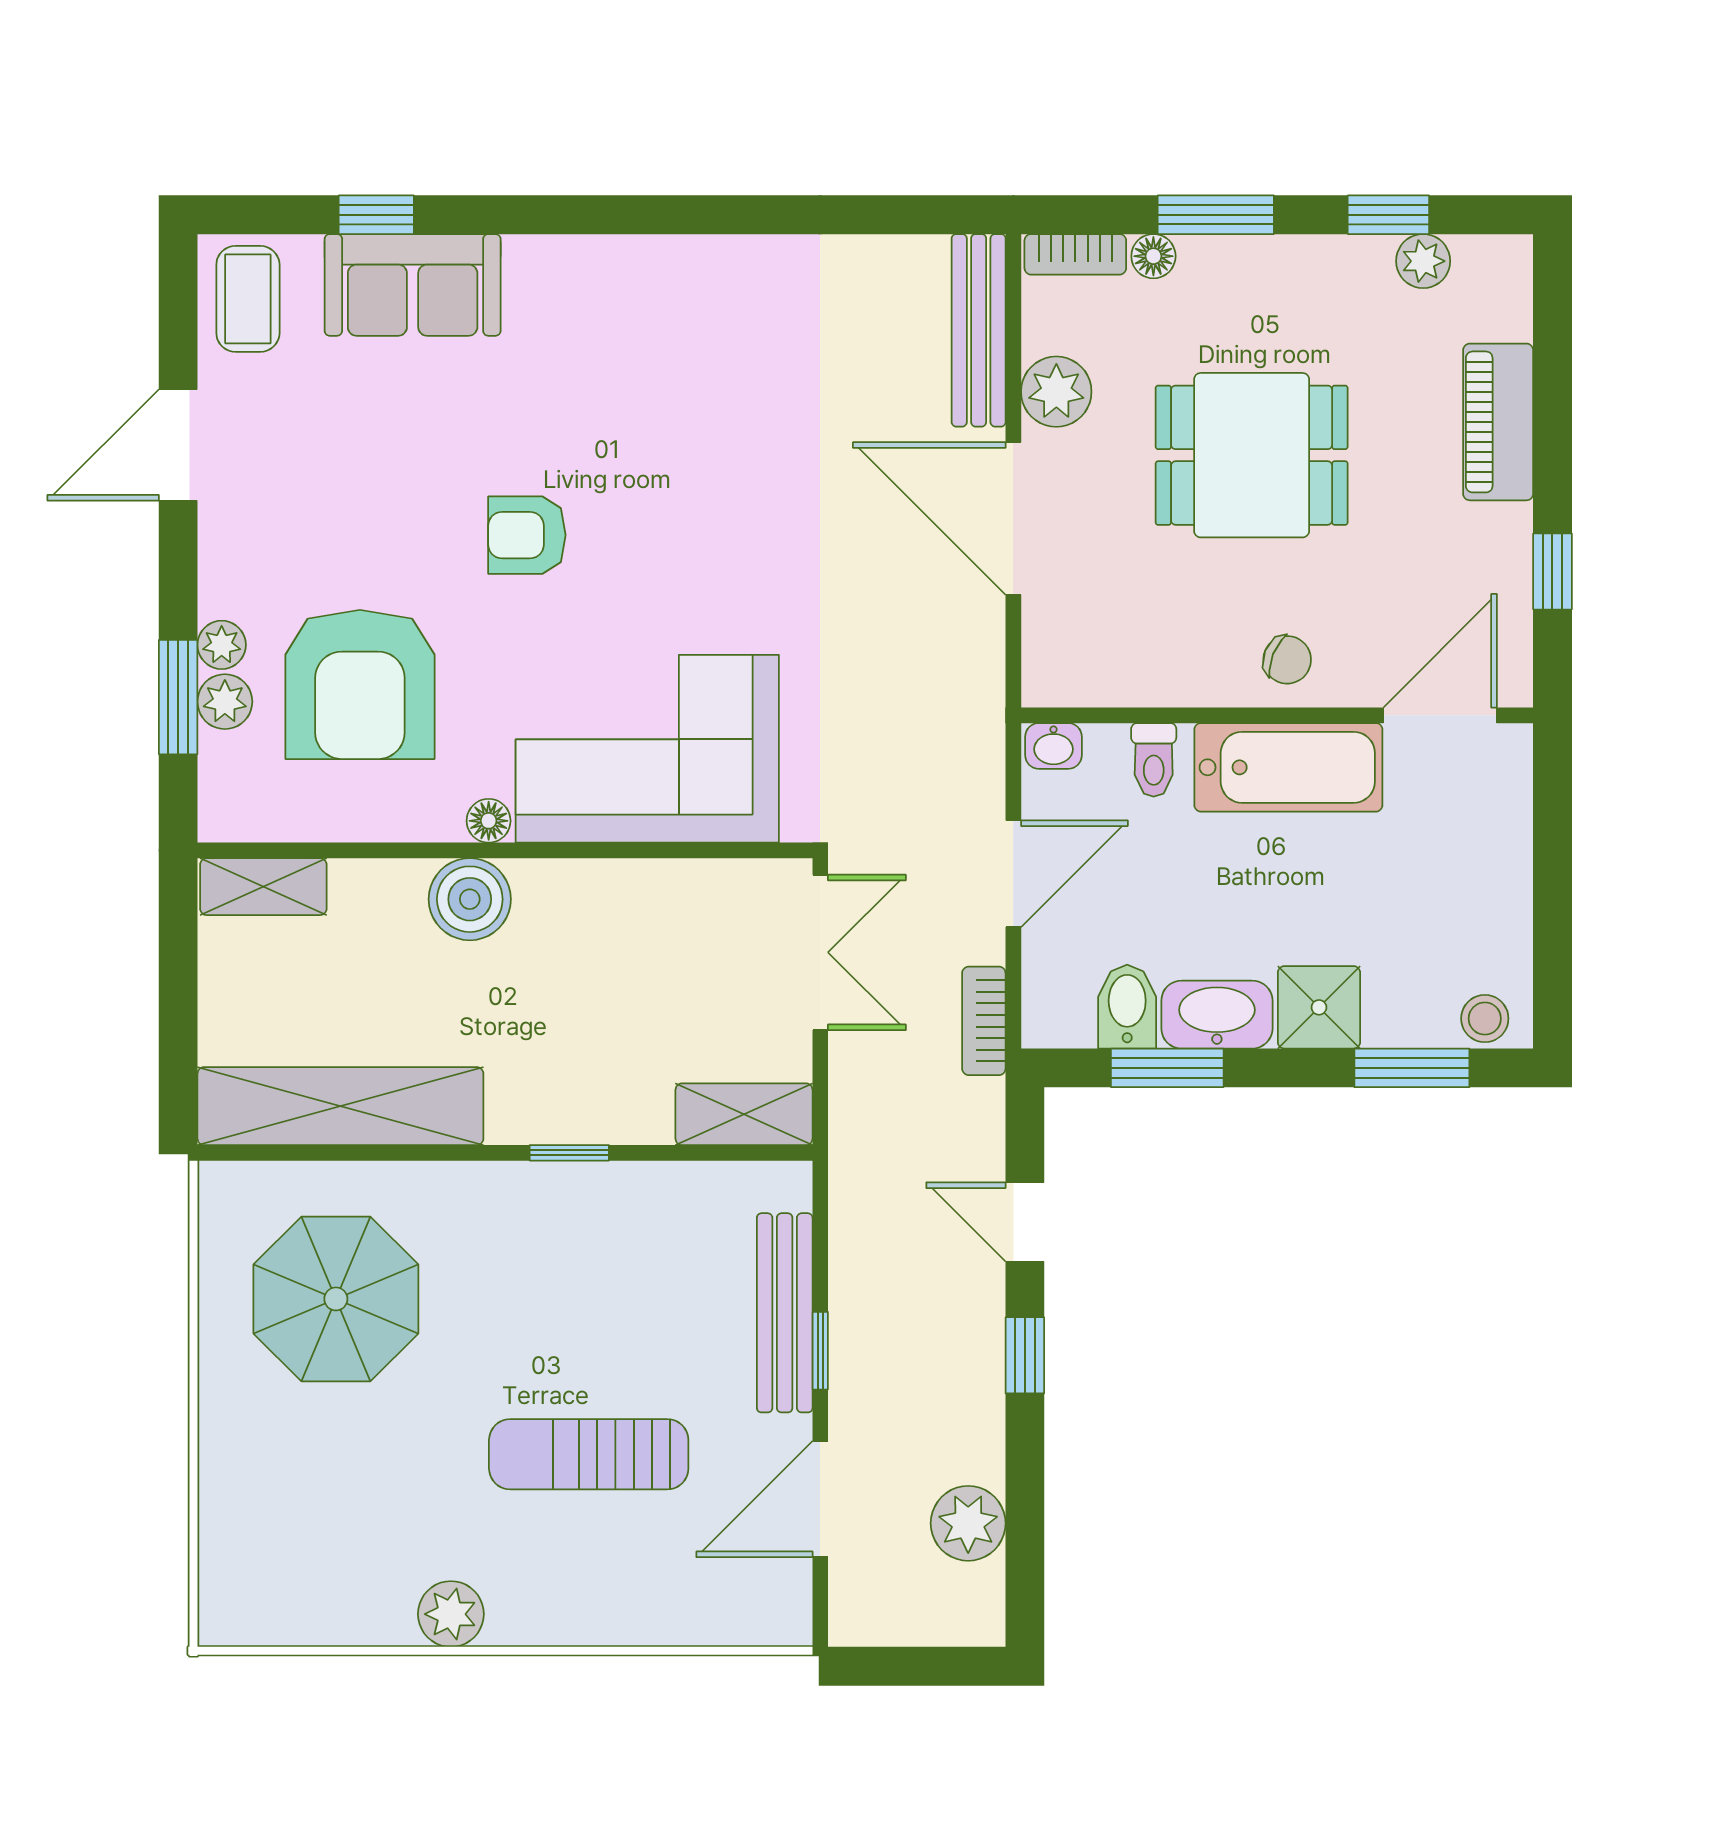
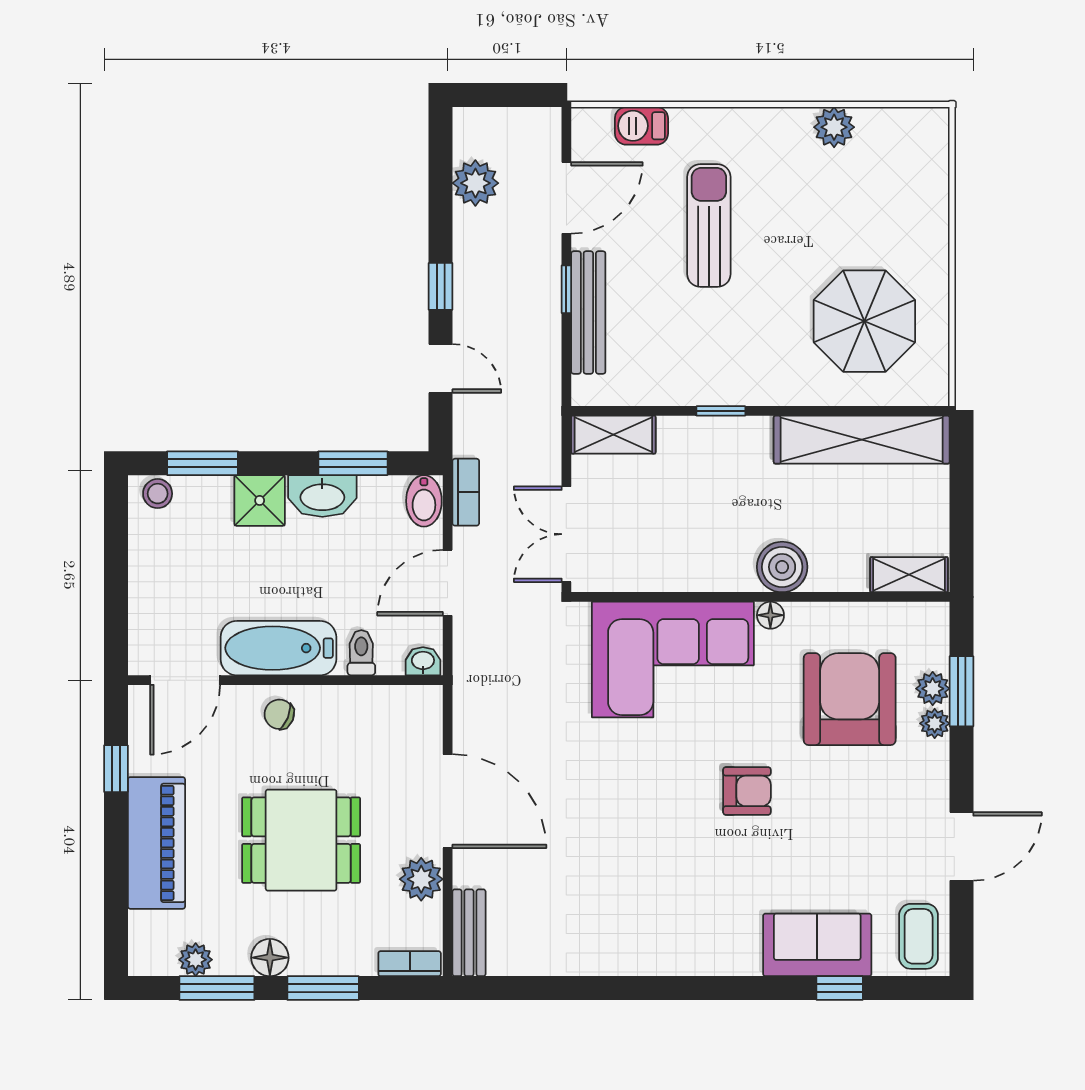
window: (1388, 215) -> (217, 988), width x1.50
floor lamp: (1153, 256) -> (270, 958), moved, width x1.37, depth x1.37
bench: (979, 330) -> (469, 933), width x0.73
piano: (1498, 422) -> (156, 843), width x1.37, depth x1.33
bidet: (1127, 1007) -> (424, 501), moved
sun lounger: (589, 1454) -> (709, 226), turned -90
plant: (451, 1614) -> (834, 127), moved
barbecue: (698, 1616) -> (641, 126), added

